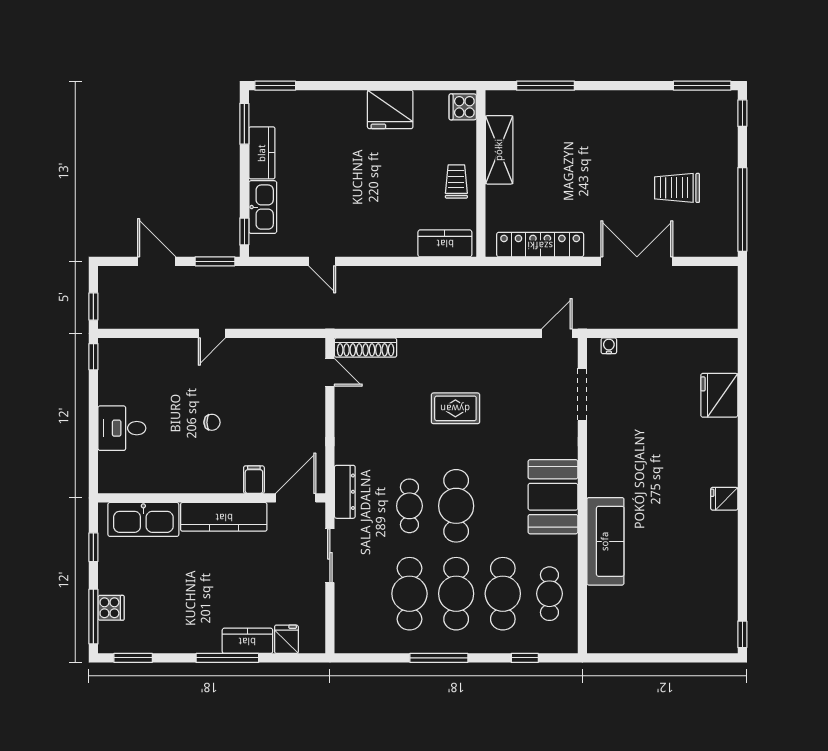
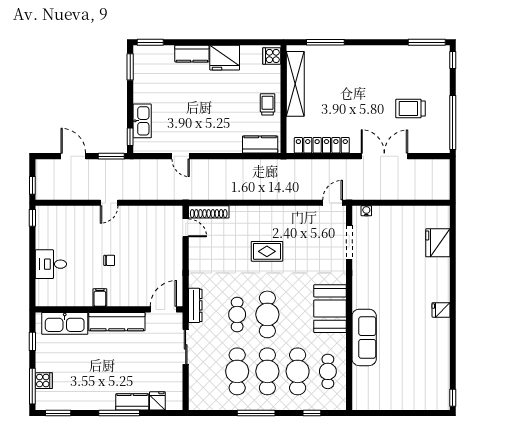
shelving: (499, 150) -> (295, 84), width x1.47
kitchen counter: (262, 153) -> (192, 54), moved, turned 90
filing cabinet: (254, 480) -> (100, 297), moved

